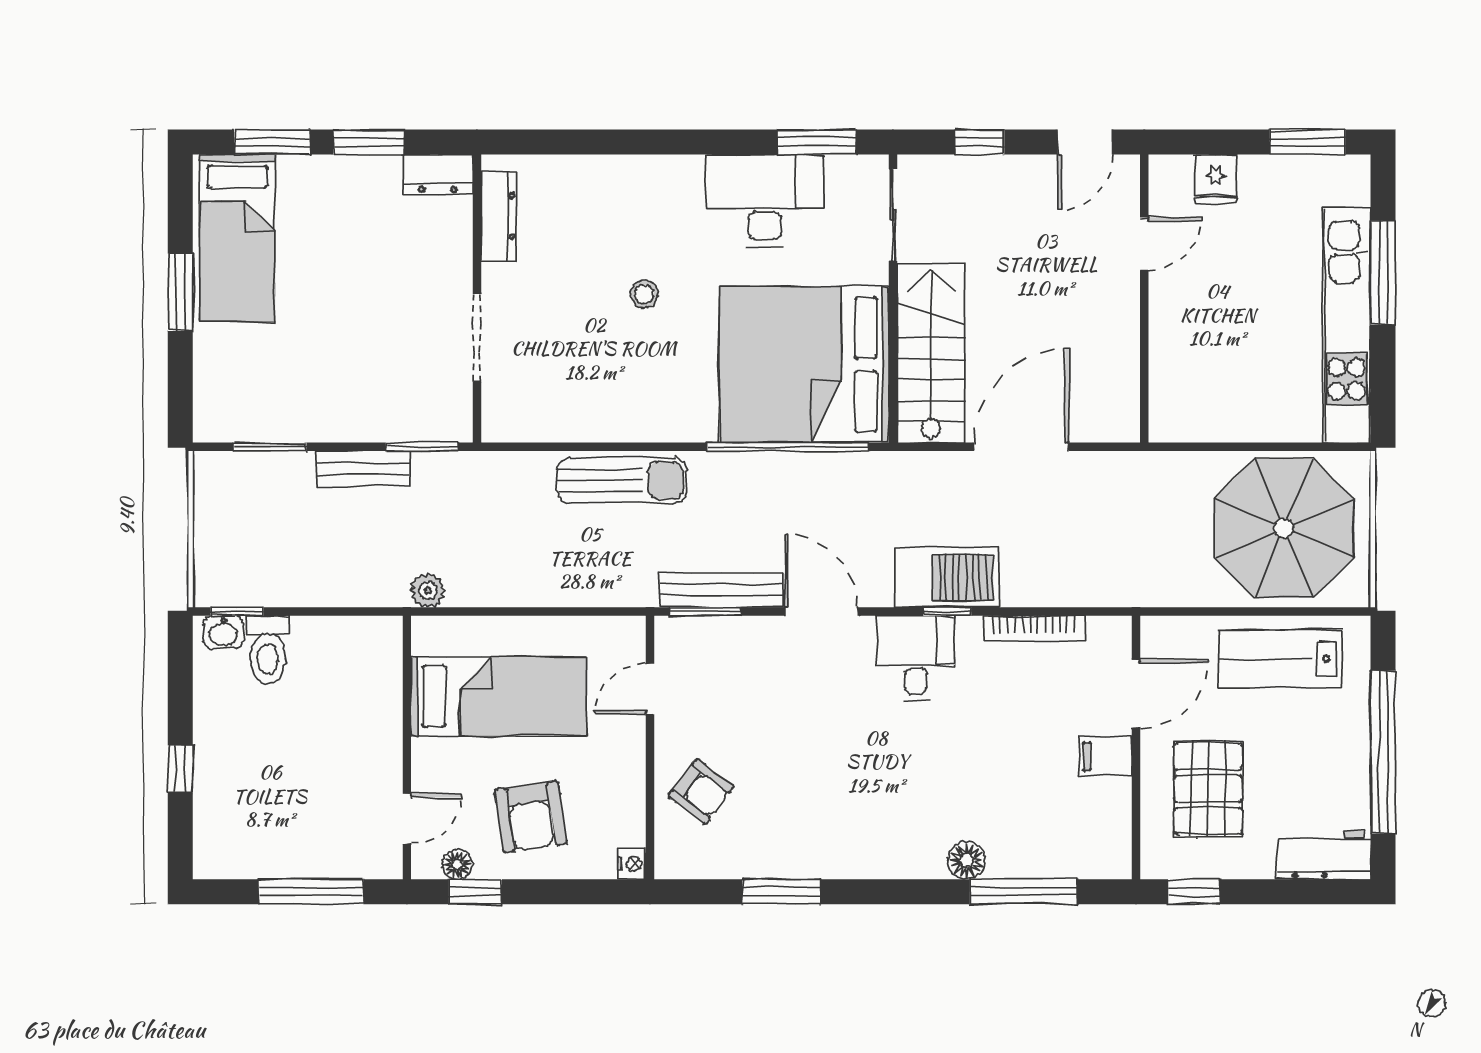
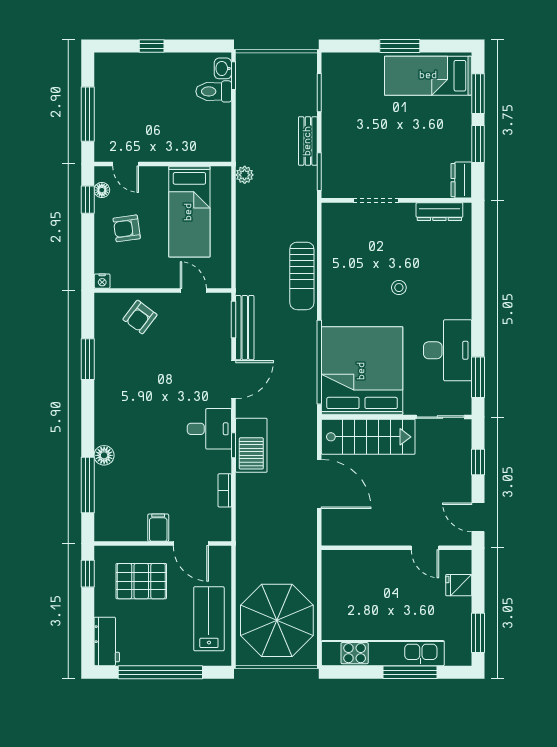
bookcase: (1034, 629) -> (225, 490), width x0.64
armchair: (531, 817) -> (127, 228), width x0.72, depth x0.72

